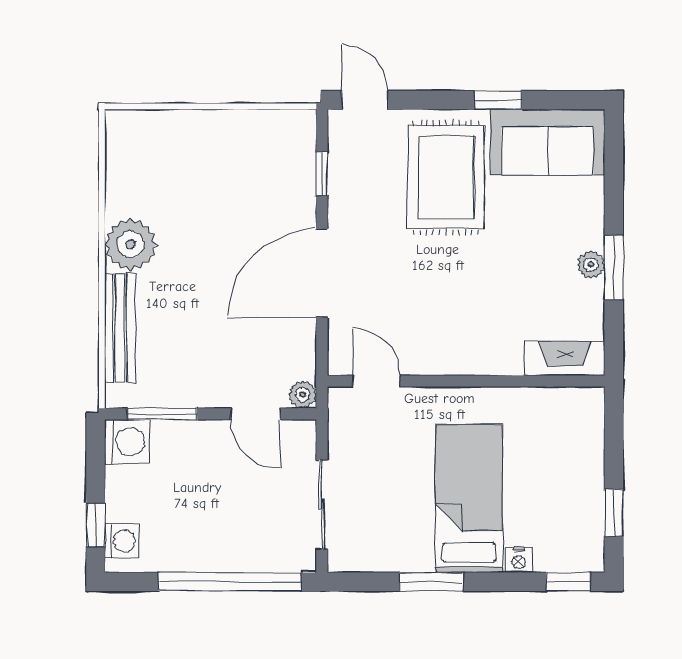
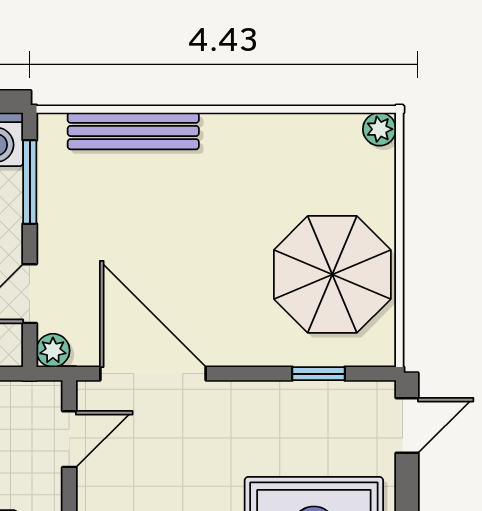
parasol: (239, 162) -> (332, 274), added
plant: (131, 244) -> (379, 129), moved, width x0.53, depth x0.53
door: (322, 273) -> (153, 374), moved

